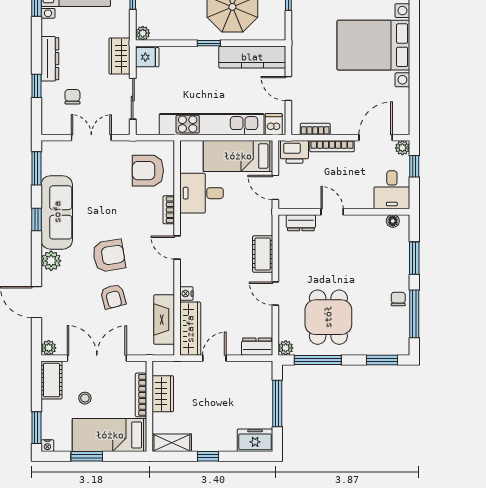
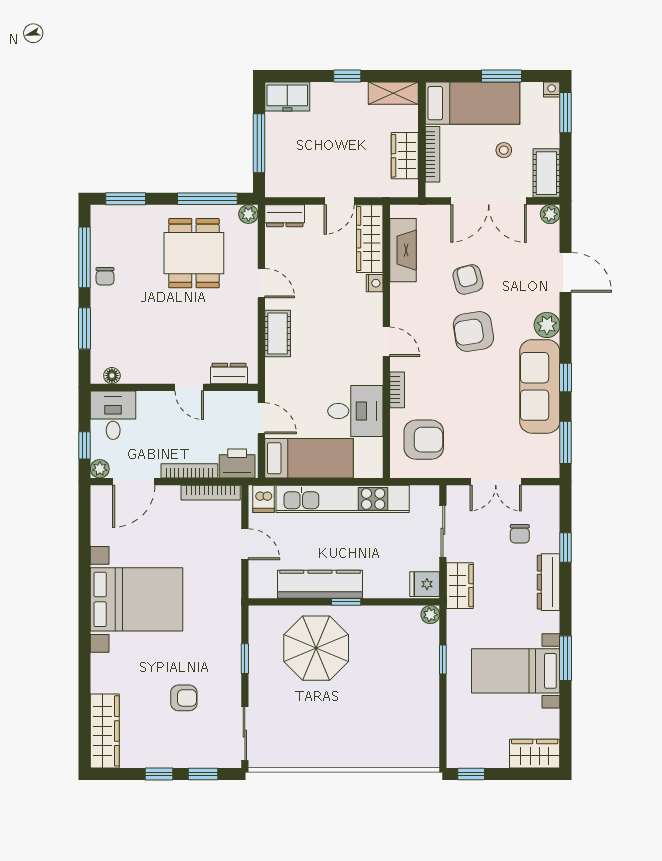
kitchen counter: (252, 57) -> (320, 584), moved
bookcase: (315, 129) -> (211, 493), width x1.56

